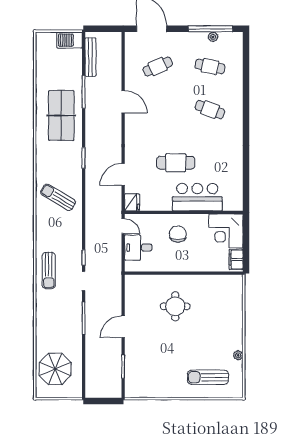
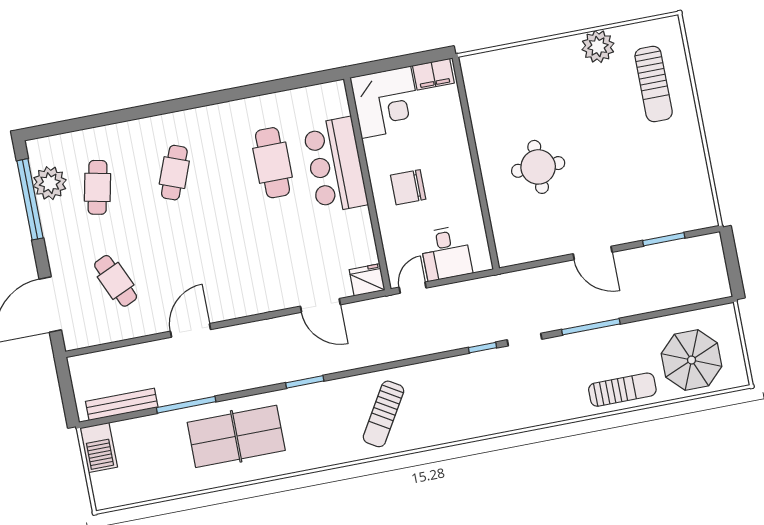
plant: (213, 37) -> (50, 183), width x1.88, depth x1.88
cafe table: (176, 163) -> (273, 163), moved
sun lounger: (49, 270) -> (622, 390), moved
plant: (238, 355) -> (598, 47), width x1.88, depth x1.88

